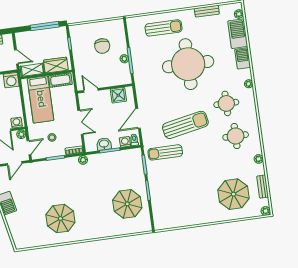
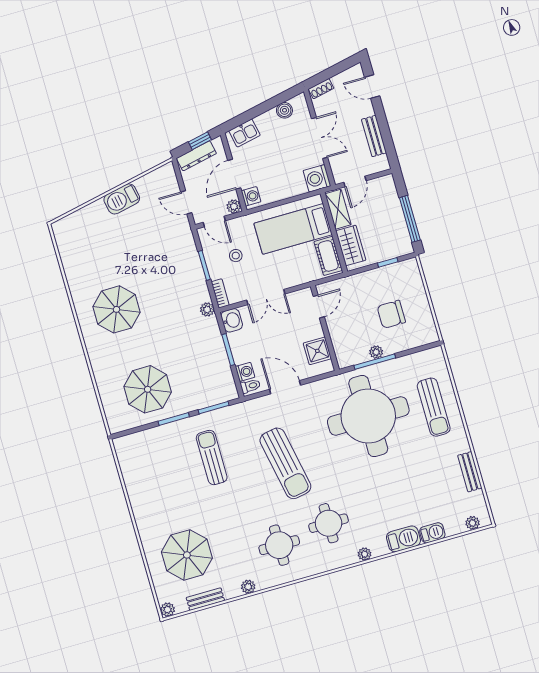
barbecue: (238, 34) -> (432, 533), width x0.53, depth x0.65
round table: (188, 64) -> (368, 416), moved
washbasin: (104, 144) -> (232, 320), moved
sun lounger: (165, 152) -> (212, 458), moved
parasol: (60, 219) -> (116, 309), moved

